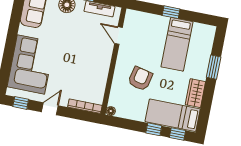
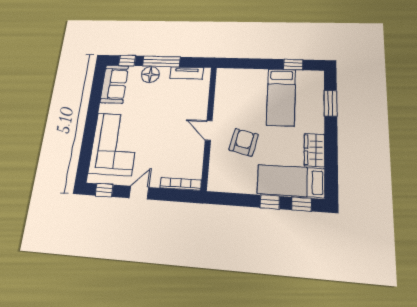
window: (171, 12) -> (293, 65), moved
door: (119, 36) -> (209, 130), moved
window: (214, 67) -> (331, 103), moved
floor lamp: (111, 111) -> (213, 186), removed

